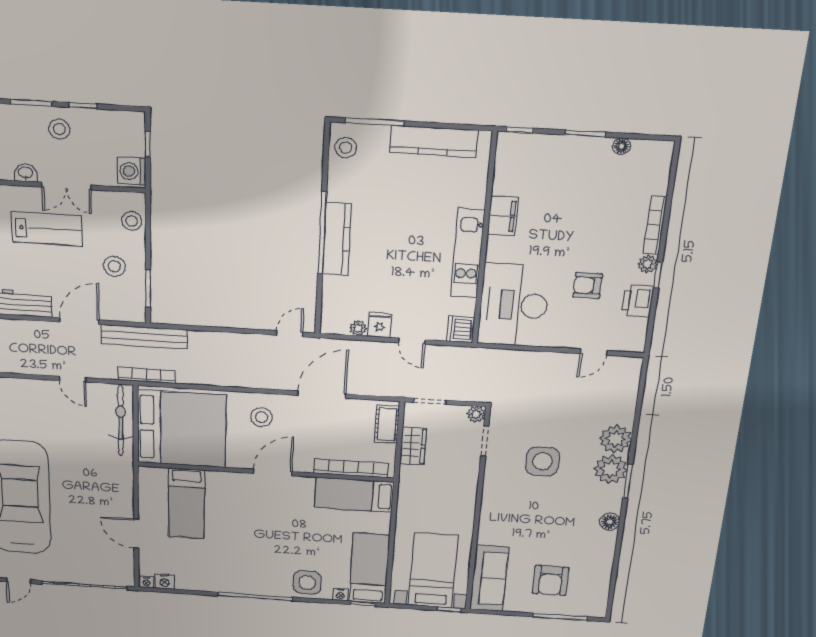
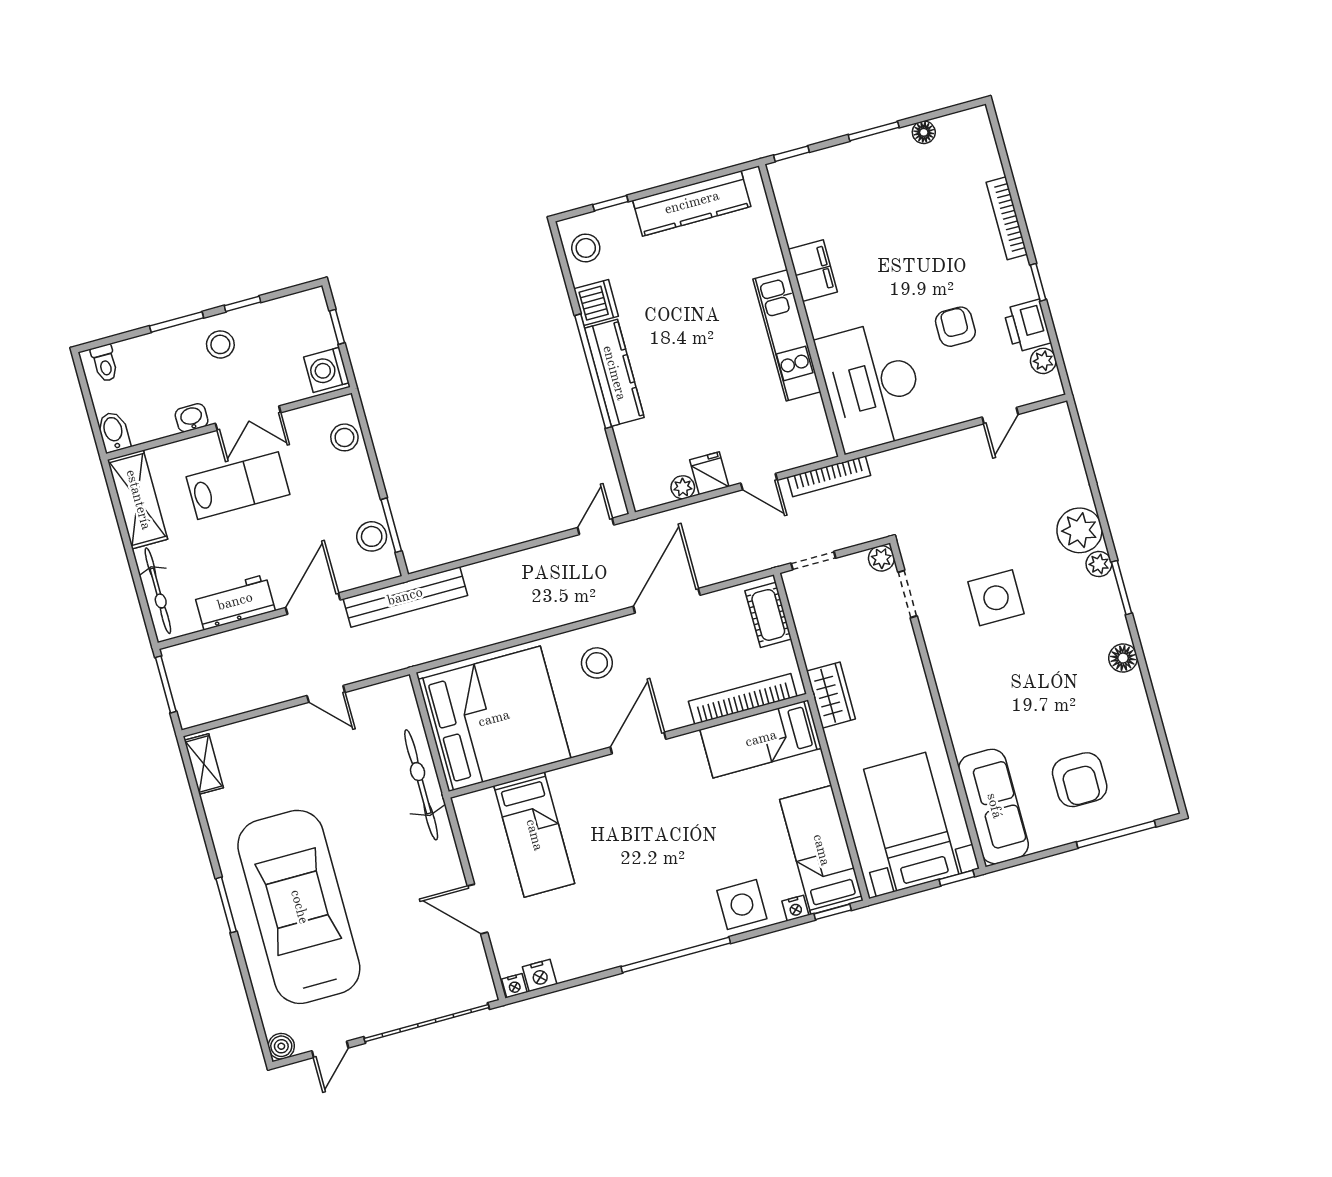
window: (375, 122) -> (610, 203), width x0.46
plant: (648, 264) -> (1043, 361), moved
stool: (114, 266) -> (372, 536), moved
armchair: (588, 285) -> (955, 327), turned 90
dishwasher: (461, 329) -> (596, 303), moved, turned 180
bookcase: (146, 375) -> (829, 476), moved, turned 180
bicycle: (121, 420) -> (421, 785), moved
wardrobe: (413, 446) -> (831, 695), moved
plant: (610, 469) -> (1099, 564), width x0.53, depth x0.53

